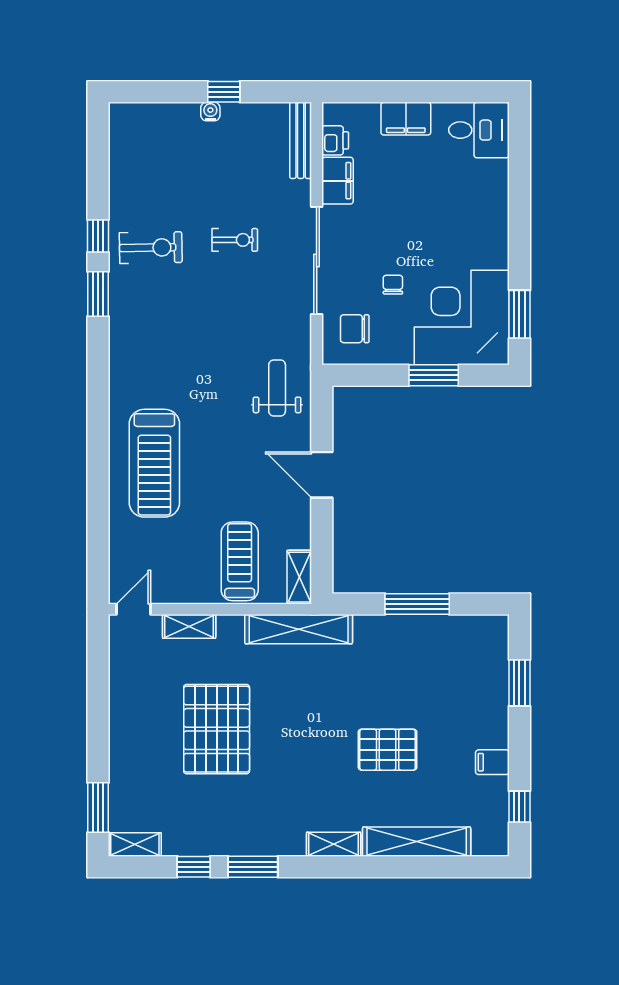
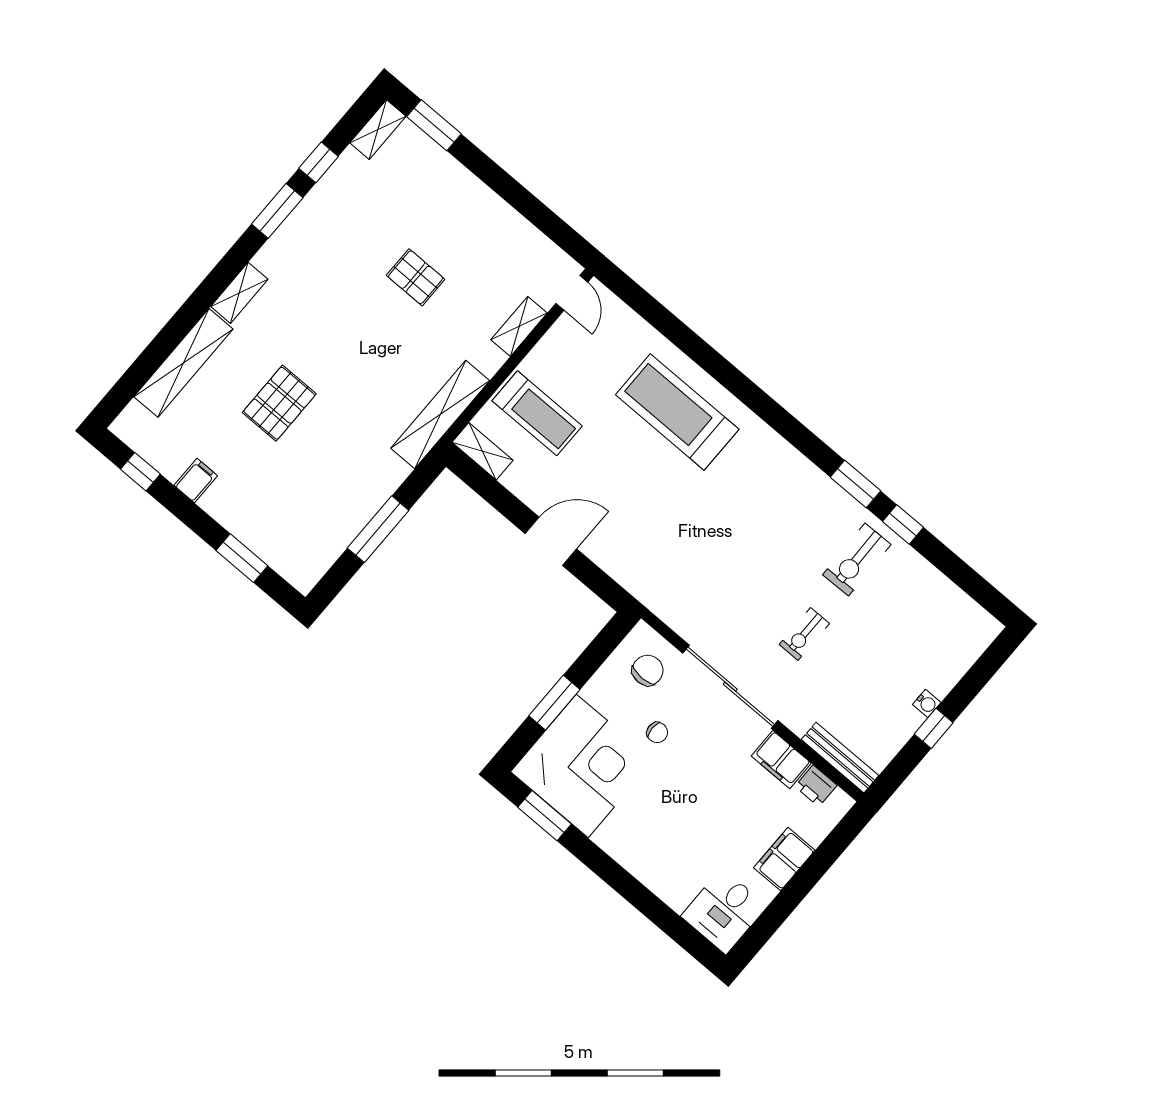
weight bench: (277, 388) -> (653, 565), removed
pallet: (217, 729) -> (416, 277), width x0.49, depth x0.50

